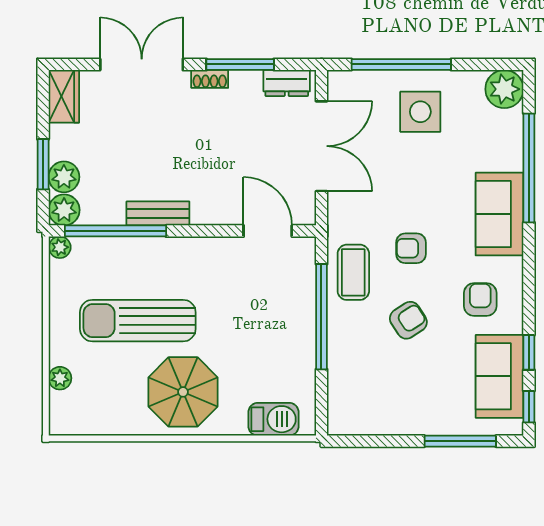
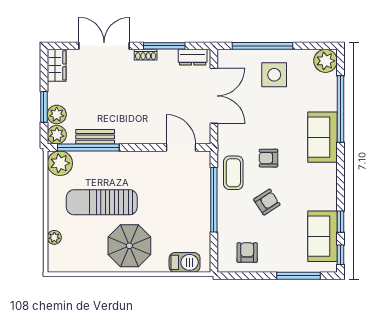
bench: (158, 213) -> (95, 137), moved
plant: (60, 247) -> (60, 163), width x1.87, depth x1.87
armchair: (480, 300) -> (247, 253), moved

